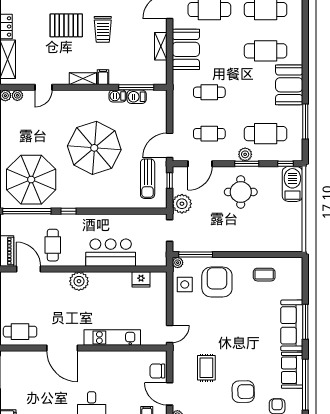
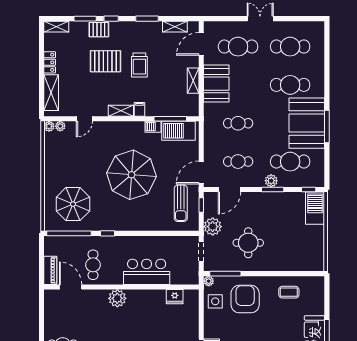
booth: (289, 85) -> (307, 123), width x1.36, depth x1.42
barbecue: (137, 97) -> (178, 131), width x1.88, depth x1.53
window: (305, 122) -> (327, 127), moved
parasol: (31, 180) -> (73, 204), width x0.73, depth x0.73
round table: (241, 192) -> (248, 243), moved

